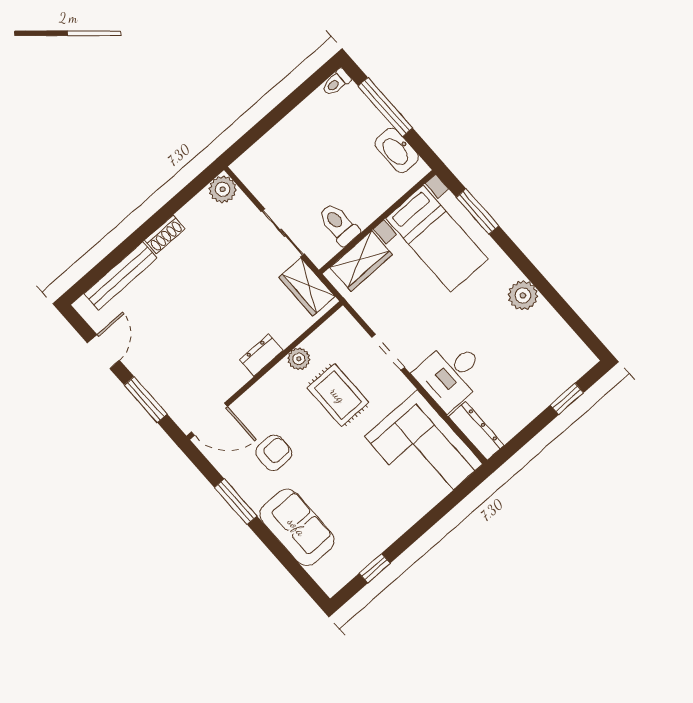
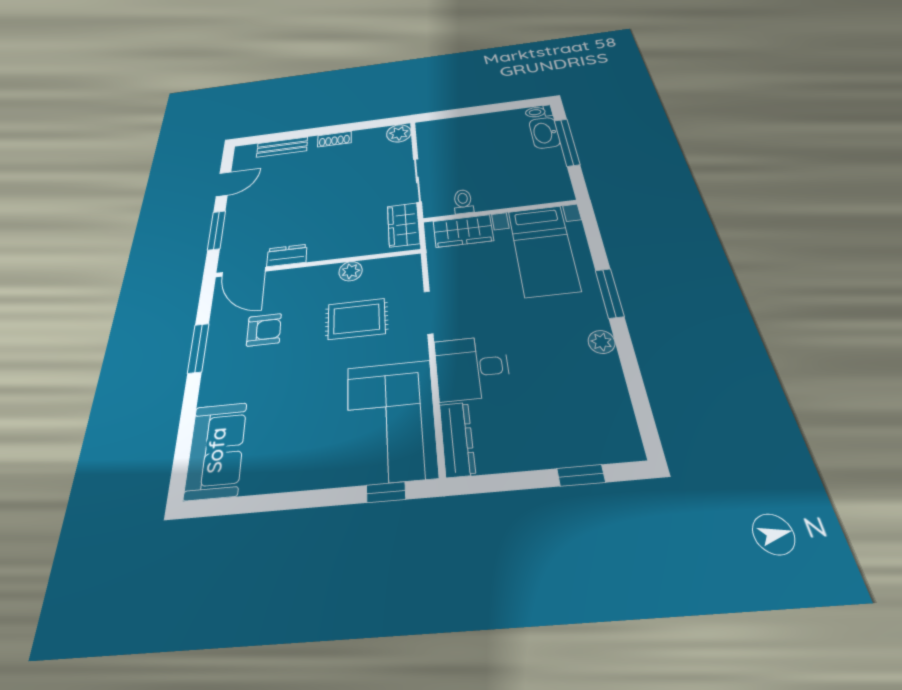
washbasin: (397, 150) -> (545, 133), moved
window: (477, 212) -> (609, 293), moved
toilet: (339, 224) -> (463, 202), width x0.73, depth x0.72
bench: (121, 276) -> (282, 147), width x0.73
plant: (523, 295) -> (602, 342), width x0.73, depth x0.73
dresser: (261, 355) -> (287, 255), moved
rug: (338, 395) -> (357, 319), turned 90
sofa: (297, 527) -> (216, 450), moved
window: (375, 568) -> (386, 492), moved

